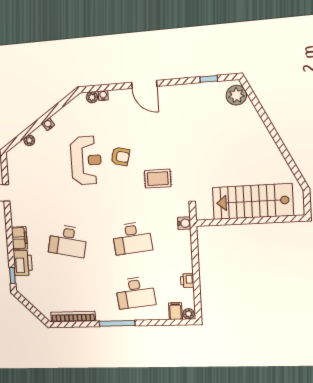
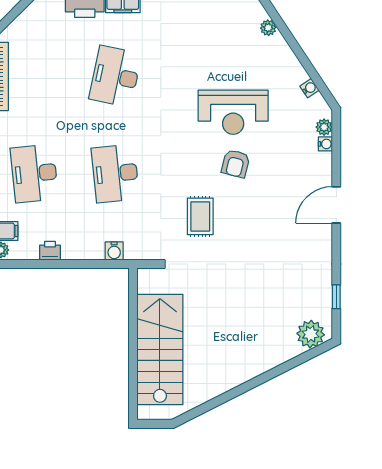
water cooler: (48, 124) -> (309, 88), moved
water cooler: (184, 223) -> (114, 251), moved

